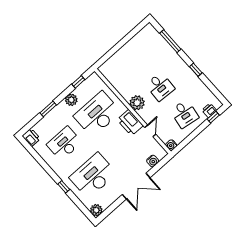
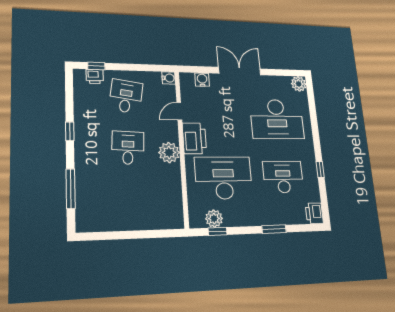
plant: (71, 100) -> (214, 219), moved
desk: (97, 114) -> (224, 178), turned 180
desk: (64, 143) -> (283, 177), turned 180
window: (64, 187) -> (320, 169), moved

